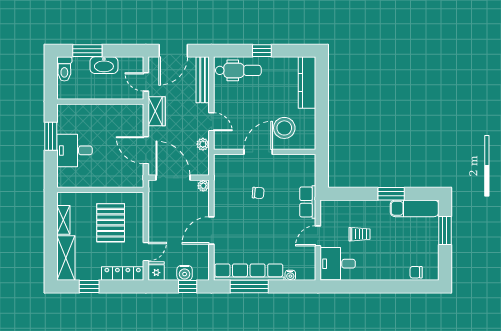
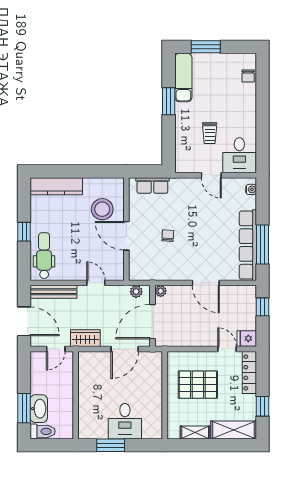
washbasin: (104, 65) -> (39, 409), moved
door: (211, 122) -> (96, 283), hinge flipped
plant: (203, 144) -> (136, 292), moved
row of seats: (308, 202) -> (152, 185), moved
trolley: (359, 234) -> (210, 133), turned 180
water cooler: (185, 273) -> (249, 310), removed
water cooler: (290, 275) -> (251, 189), moved

